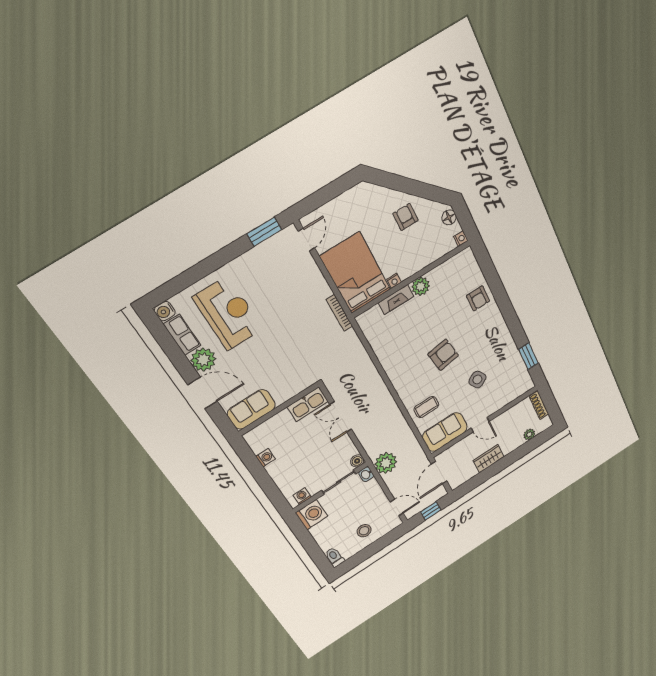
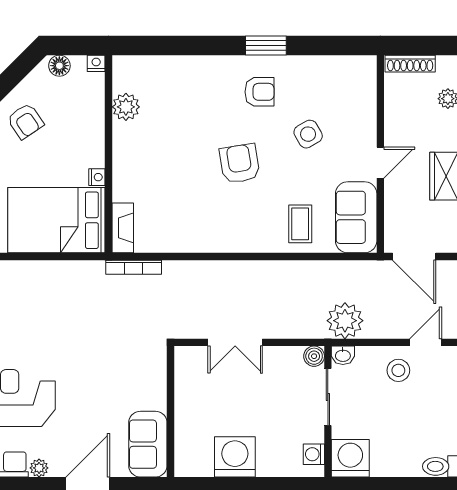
armchair: (406, 217) -> (25, 121), turned -124
plant: (421, 286) -> (126, 107), moved
armchair: (478, 298) -> (260, 92), moved
fireplace: (396, 300) -> (123, 228), moved
bookcase: (339, 313) -> (134, 267), moved
window: (528, 356) -> (266, 46), moved
plant: (203, 360) -> (39, 468), width x0.53, depth x0.53
kitchen sink: (308, 404) -> (188, 373), removed
washing machine: (266, 458) -> (235, 457), width x1.89, depth x1.89
stool: (364, 531) -> (398, 370), moved

